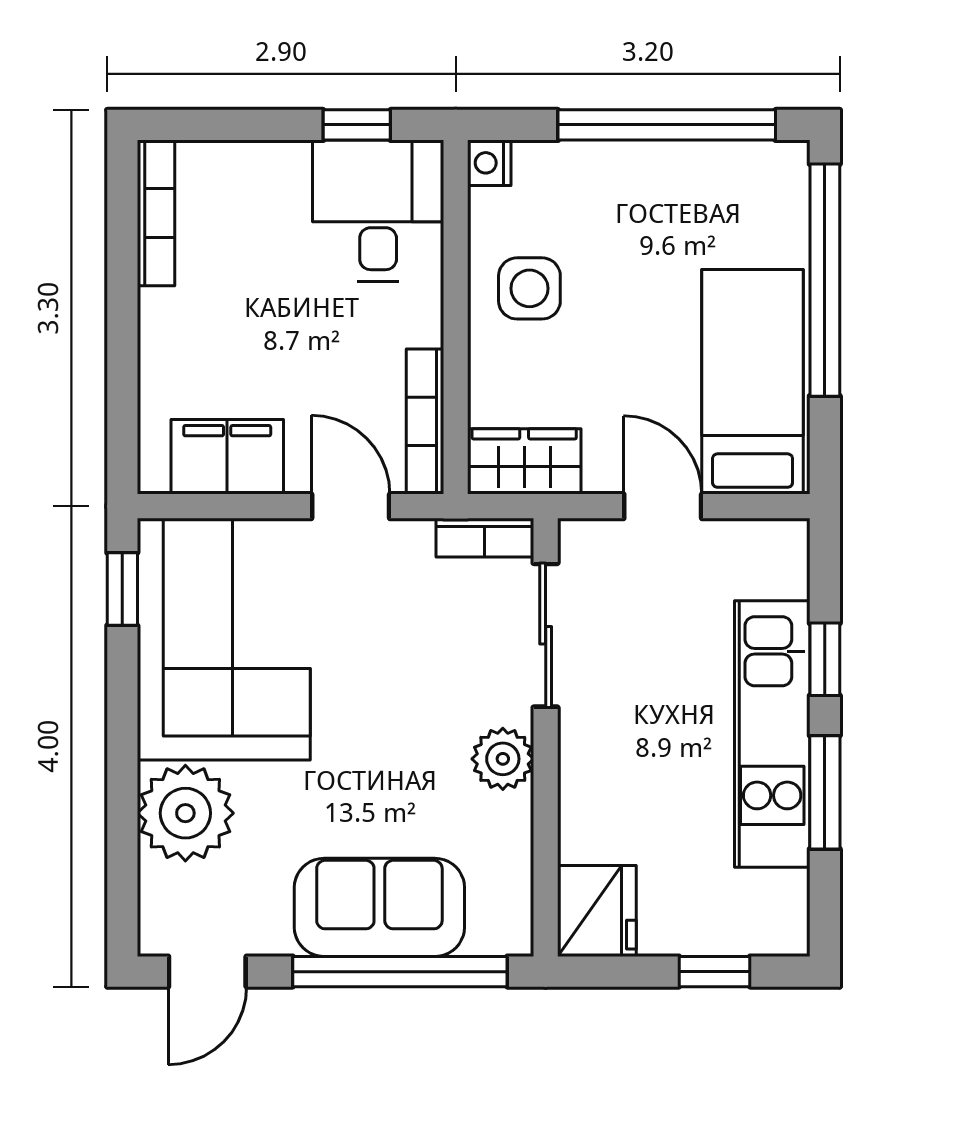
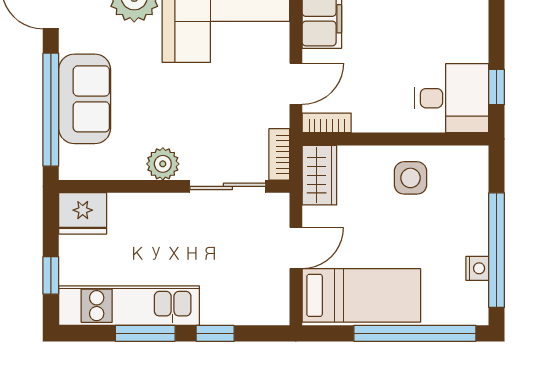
nightstand: (489, 163) -> (477, 268), moved, turned 90
bookcase: (425, 421) -> (327, 123), width x0.64
kitchen unit: (772, 734) -> (129, 306), moved

